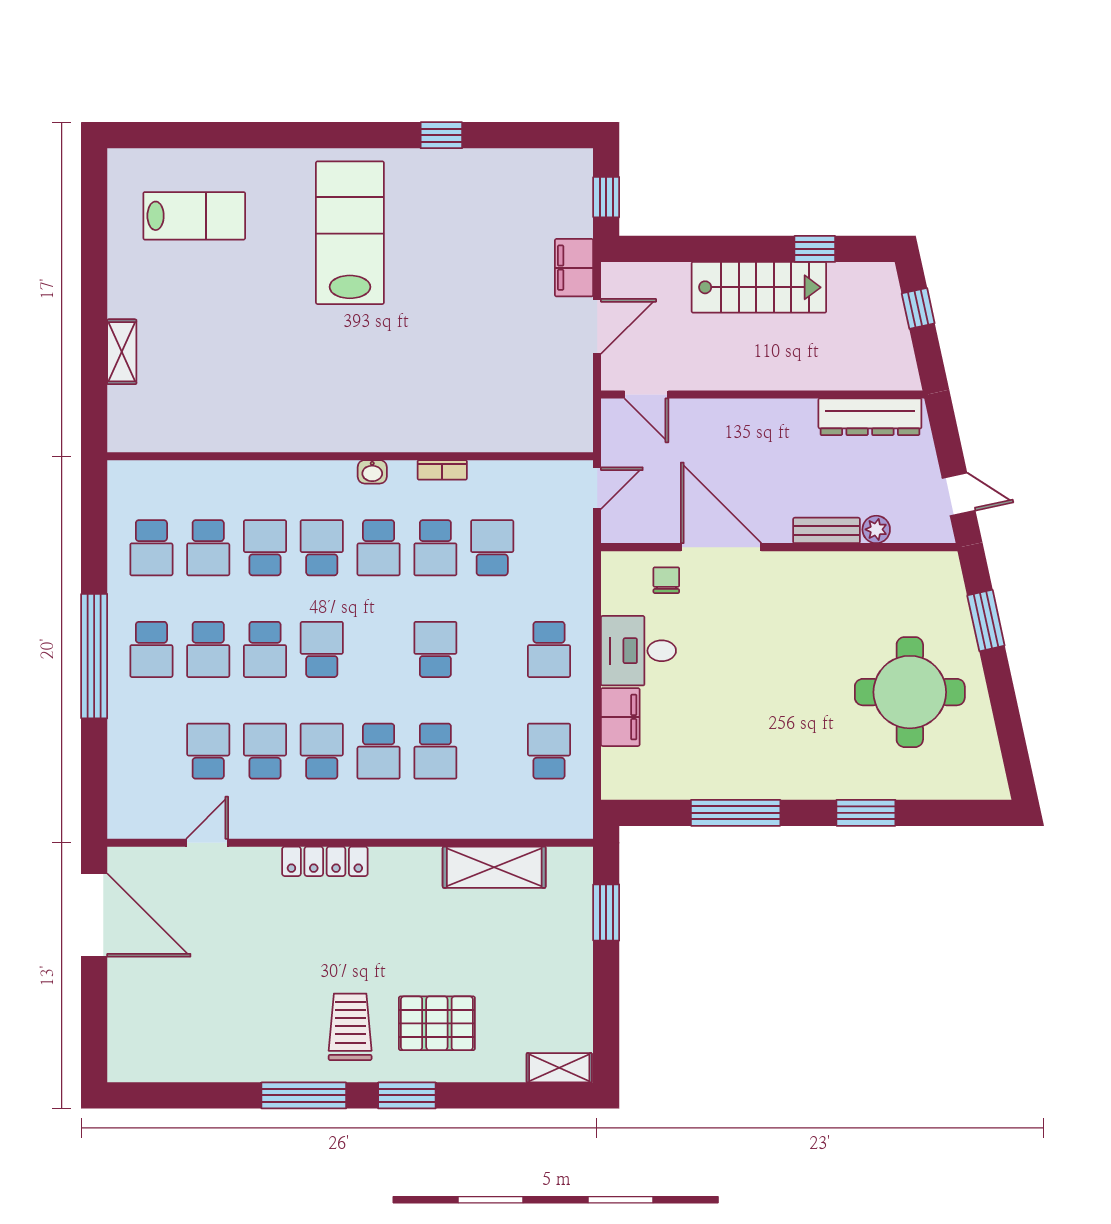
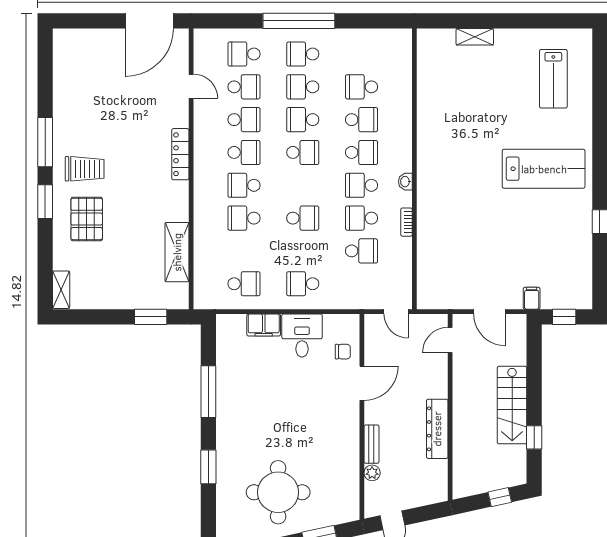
filing cabinet: (574, 268) -> (532, 298), width x0.50
dresser: (870, 417) -> (437, 429), moved
door: (721, 547) -> (362, 383), width x0.73
school desk: (151, 548) -> (244, 54), moved

